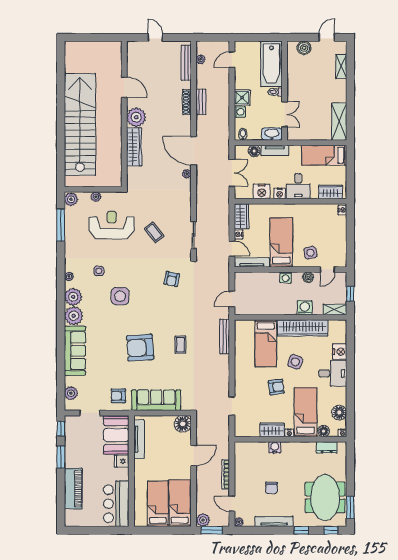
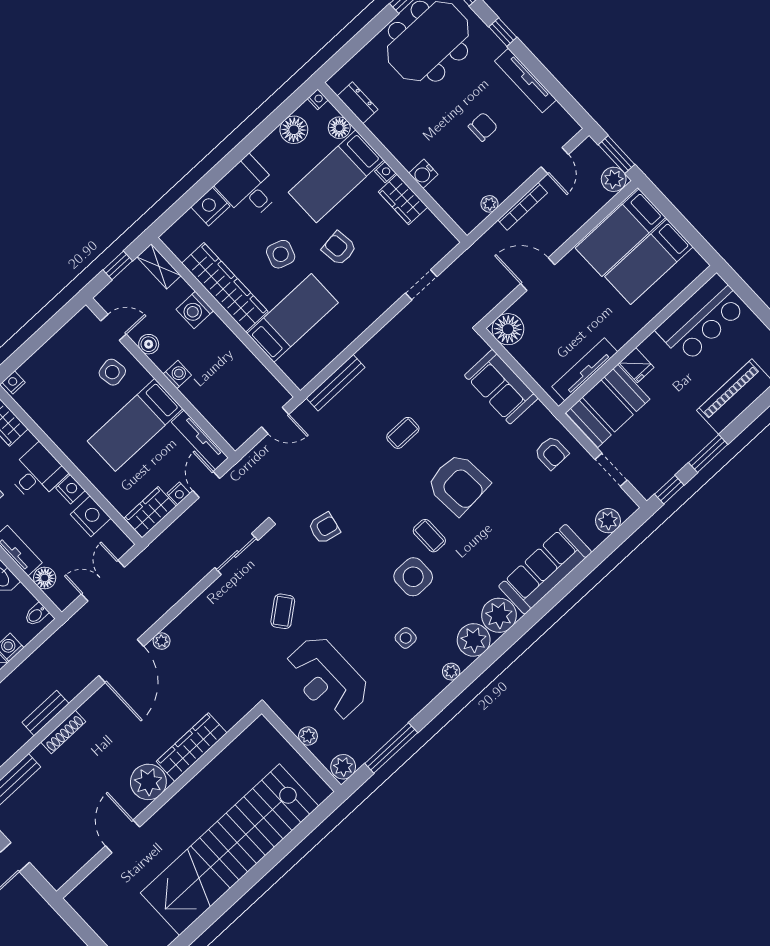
coffee table: (130, 318) -> (429, 536), added
sofa: (156, 400) -> (501, 387), width x0.73
plant: (239, 522) -> (489, 204), moved

